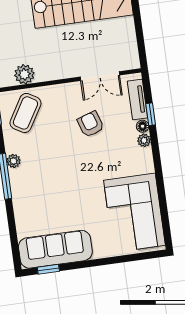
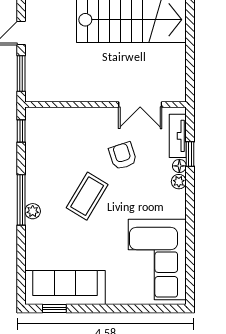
plant: (24, 74) -> (58, 91), removed
coffee table: (25, 113) -> (87, 196), moved
plant: (14, 161) -> (33, 211), moved

